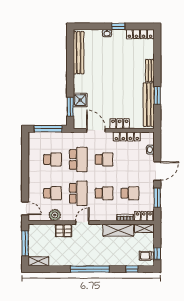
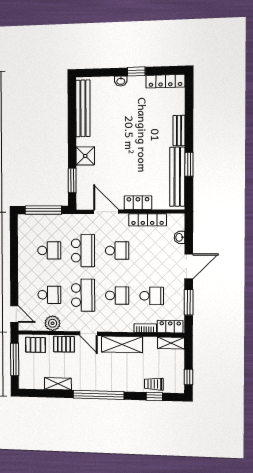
shower: (80, 100) -> (85, 156), moved
door: (82, 222) -> (89, 334), swing flipped
shelving: (118, 230) -> (122, 344), moved
pallet: (42, 232) -> (35, 345), added
trolley: (146, 256) -> (154, 384), moved
shelving: (38, 261) -> (58, 384), moved

